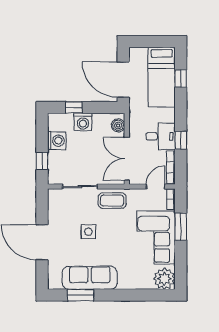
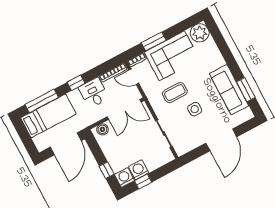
window: (181, 78) -> (42, 101), width x2.17
washing machine: (83, 122) -> (124, 177), moved, turned -90
window: (181, 140) -> (76, 83), moved
window: (42, 161) -> (143, 181), moved
coffee table: (112, 201) -> (175, 93), moved, turned 90

